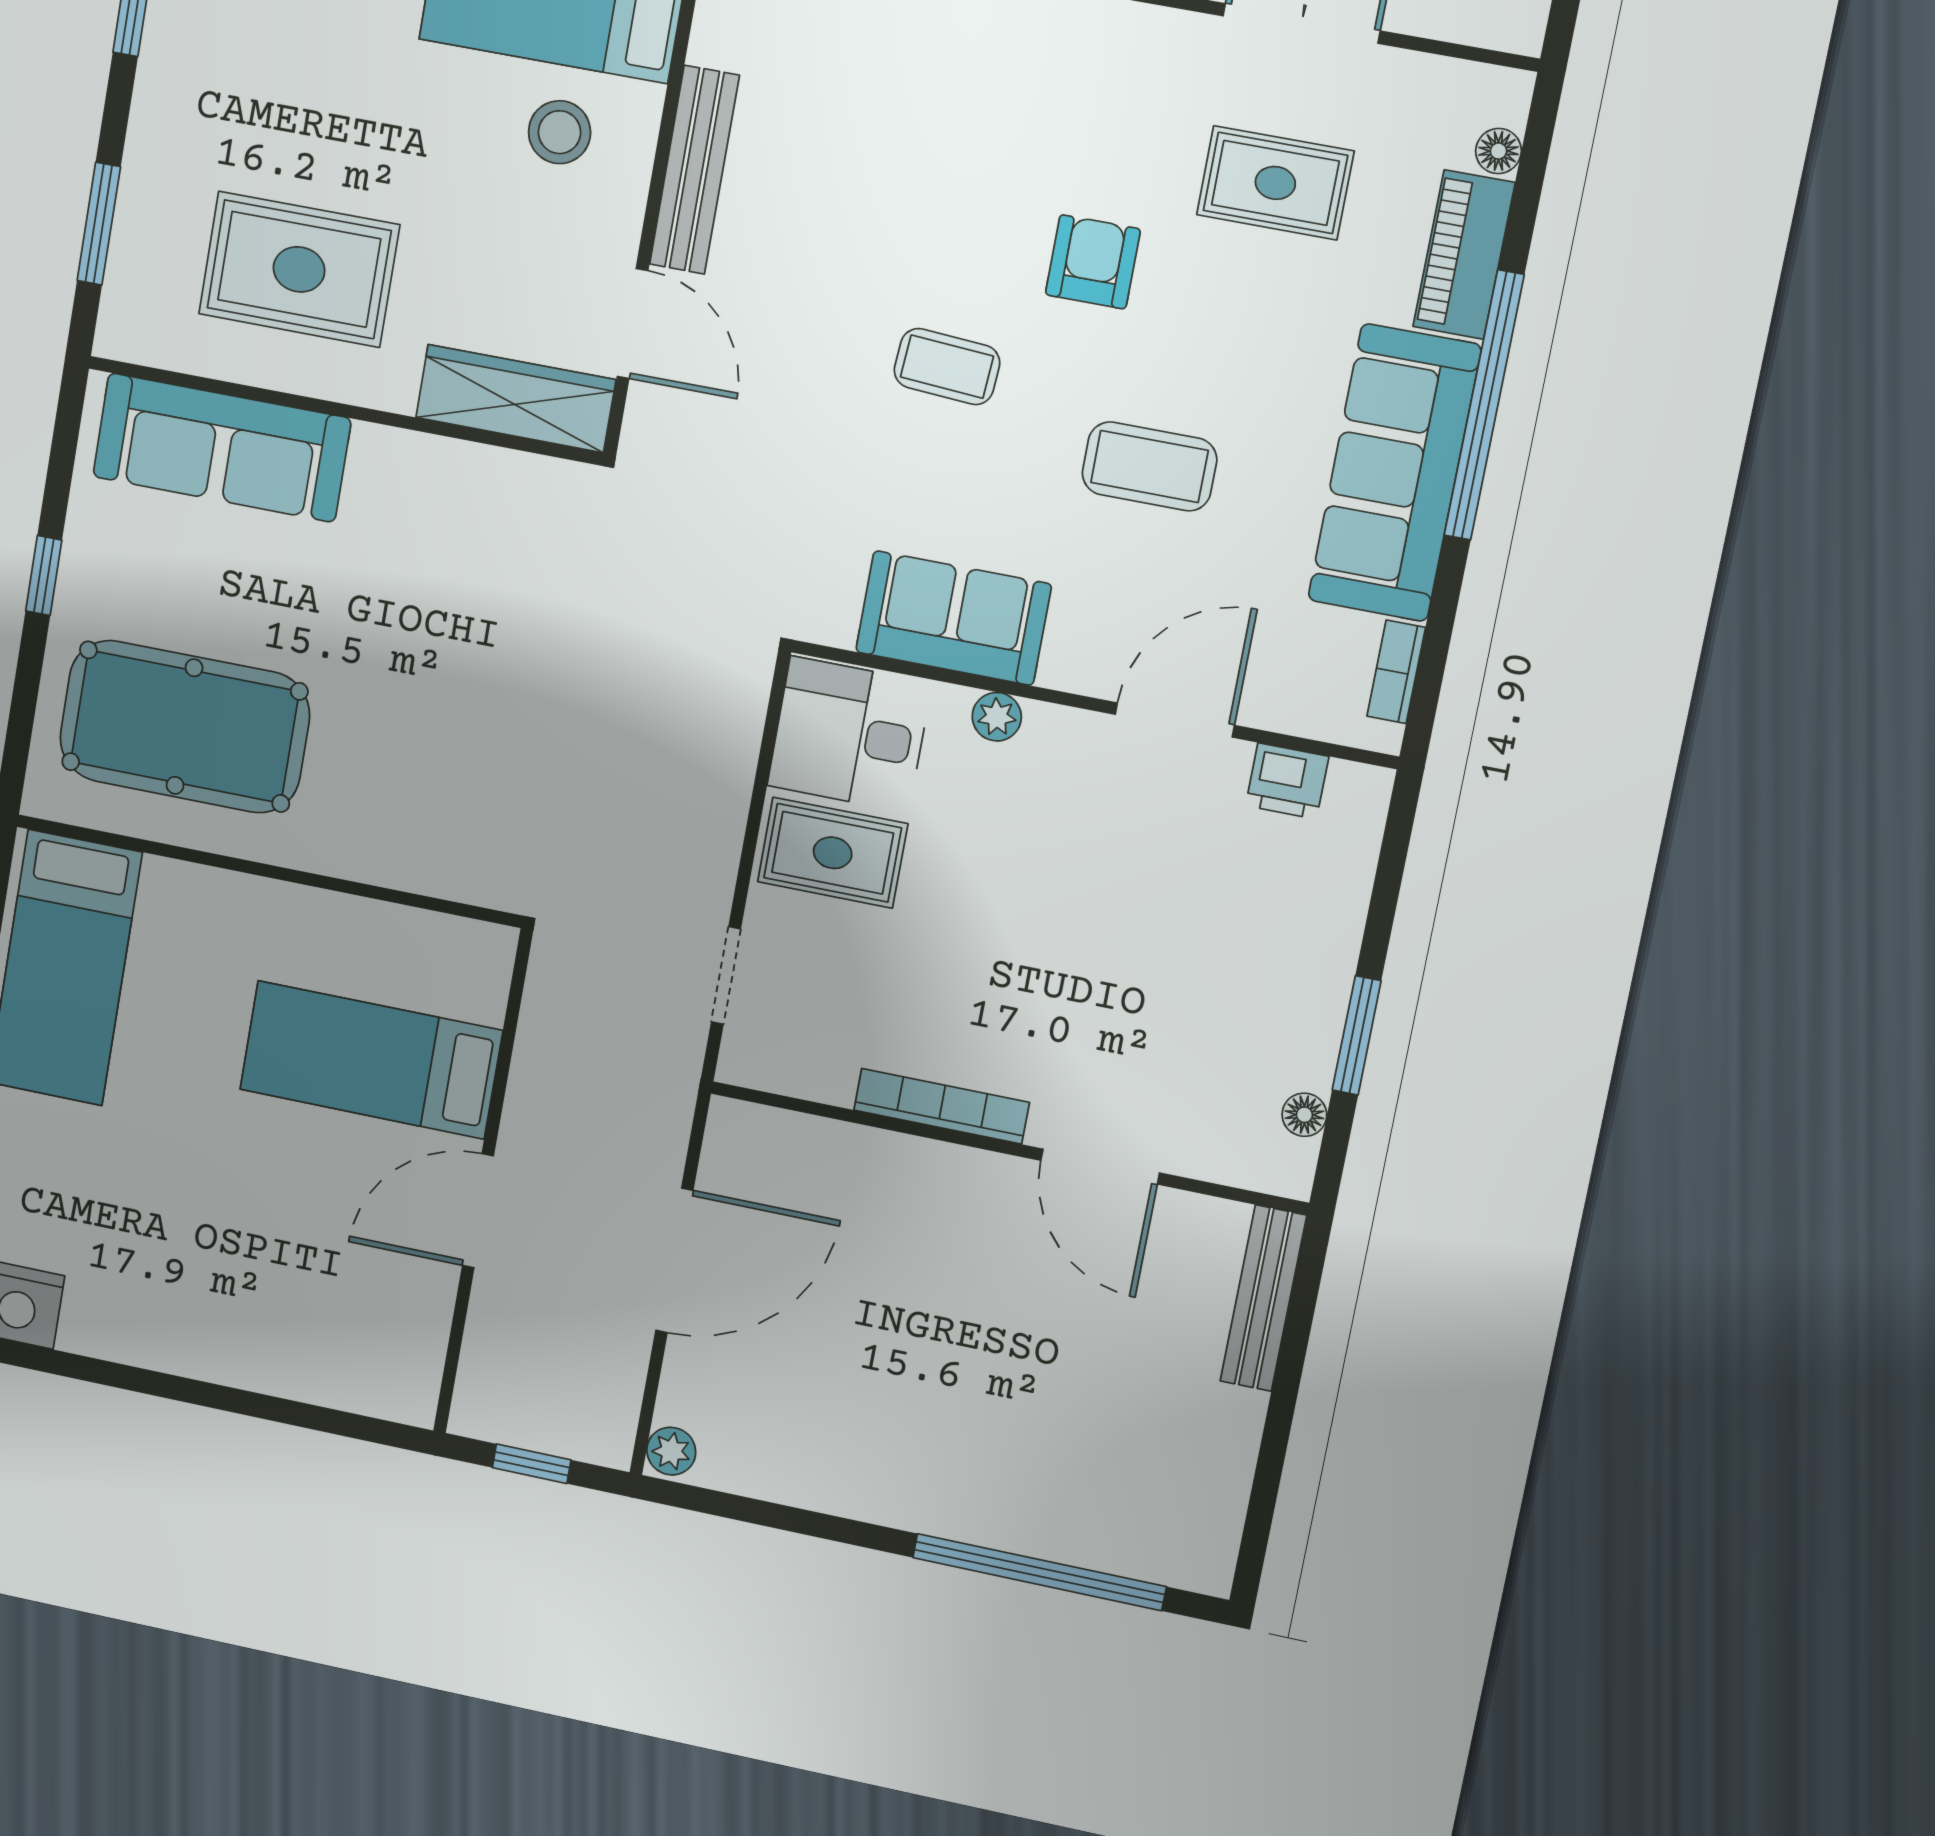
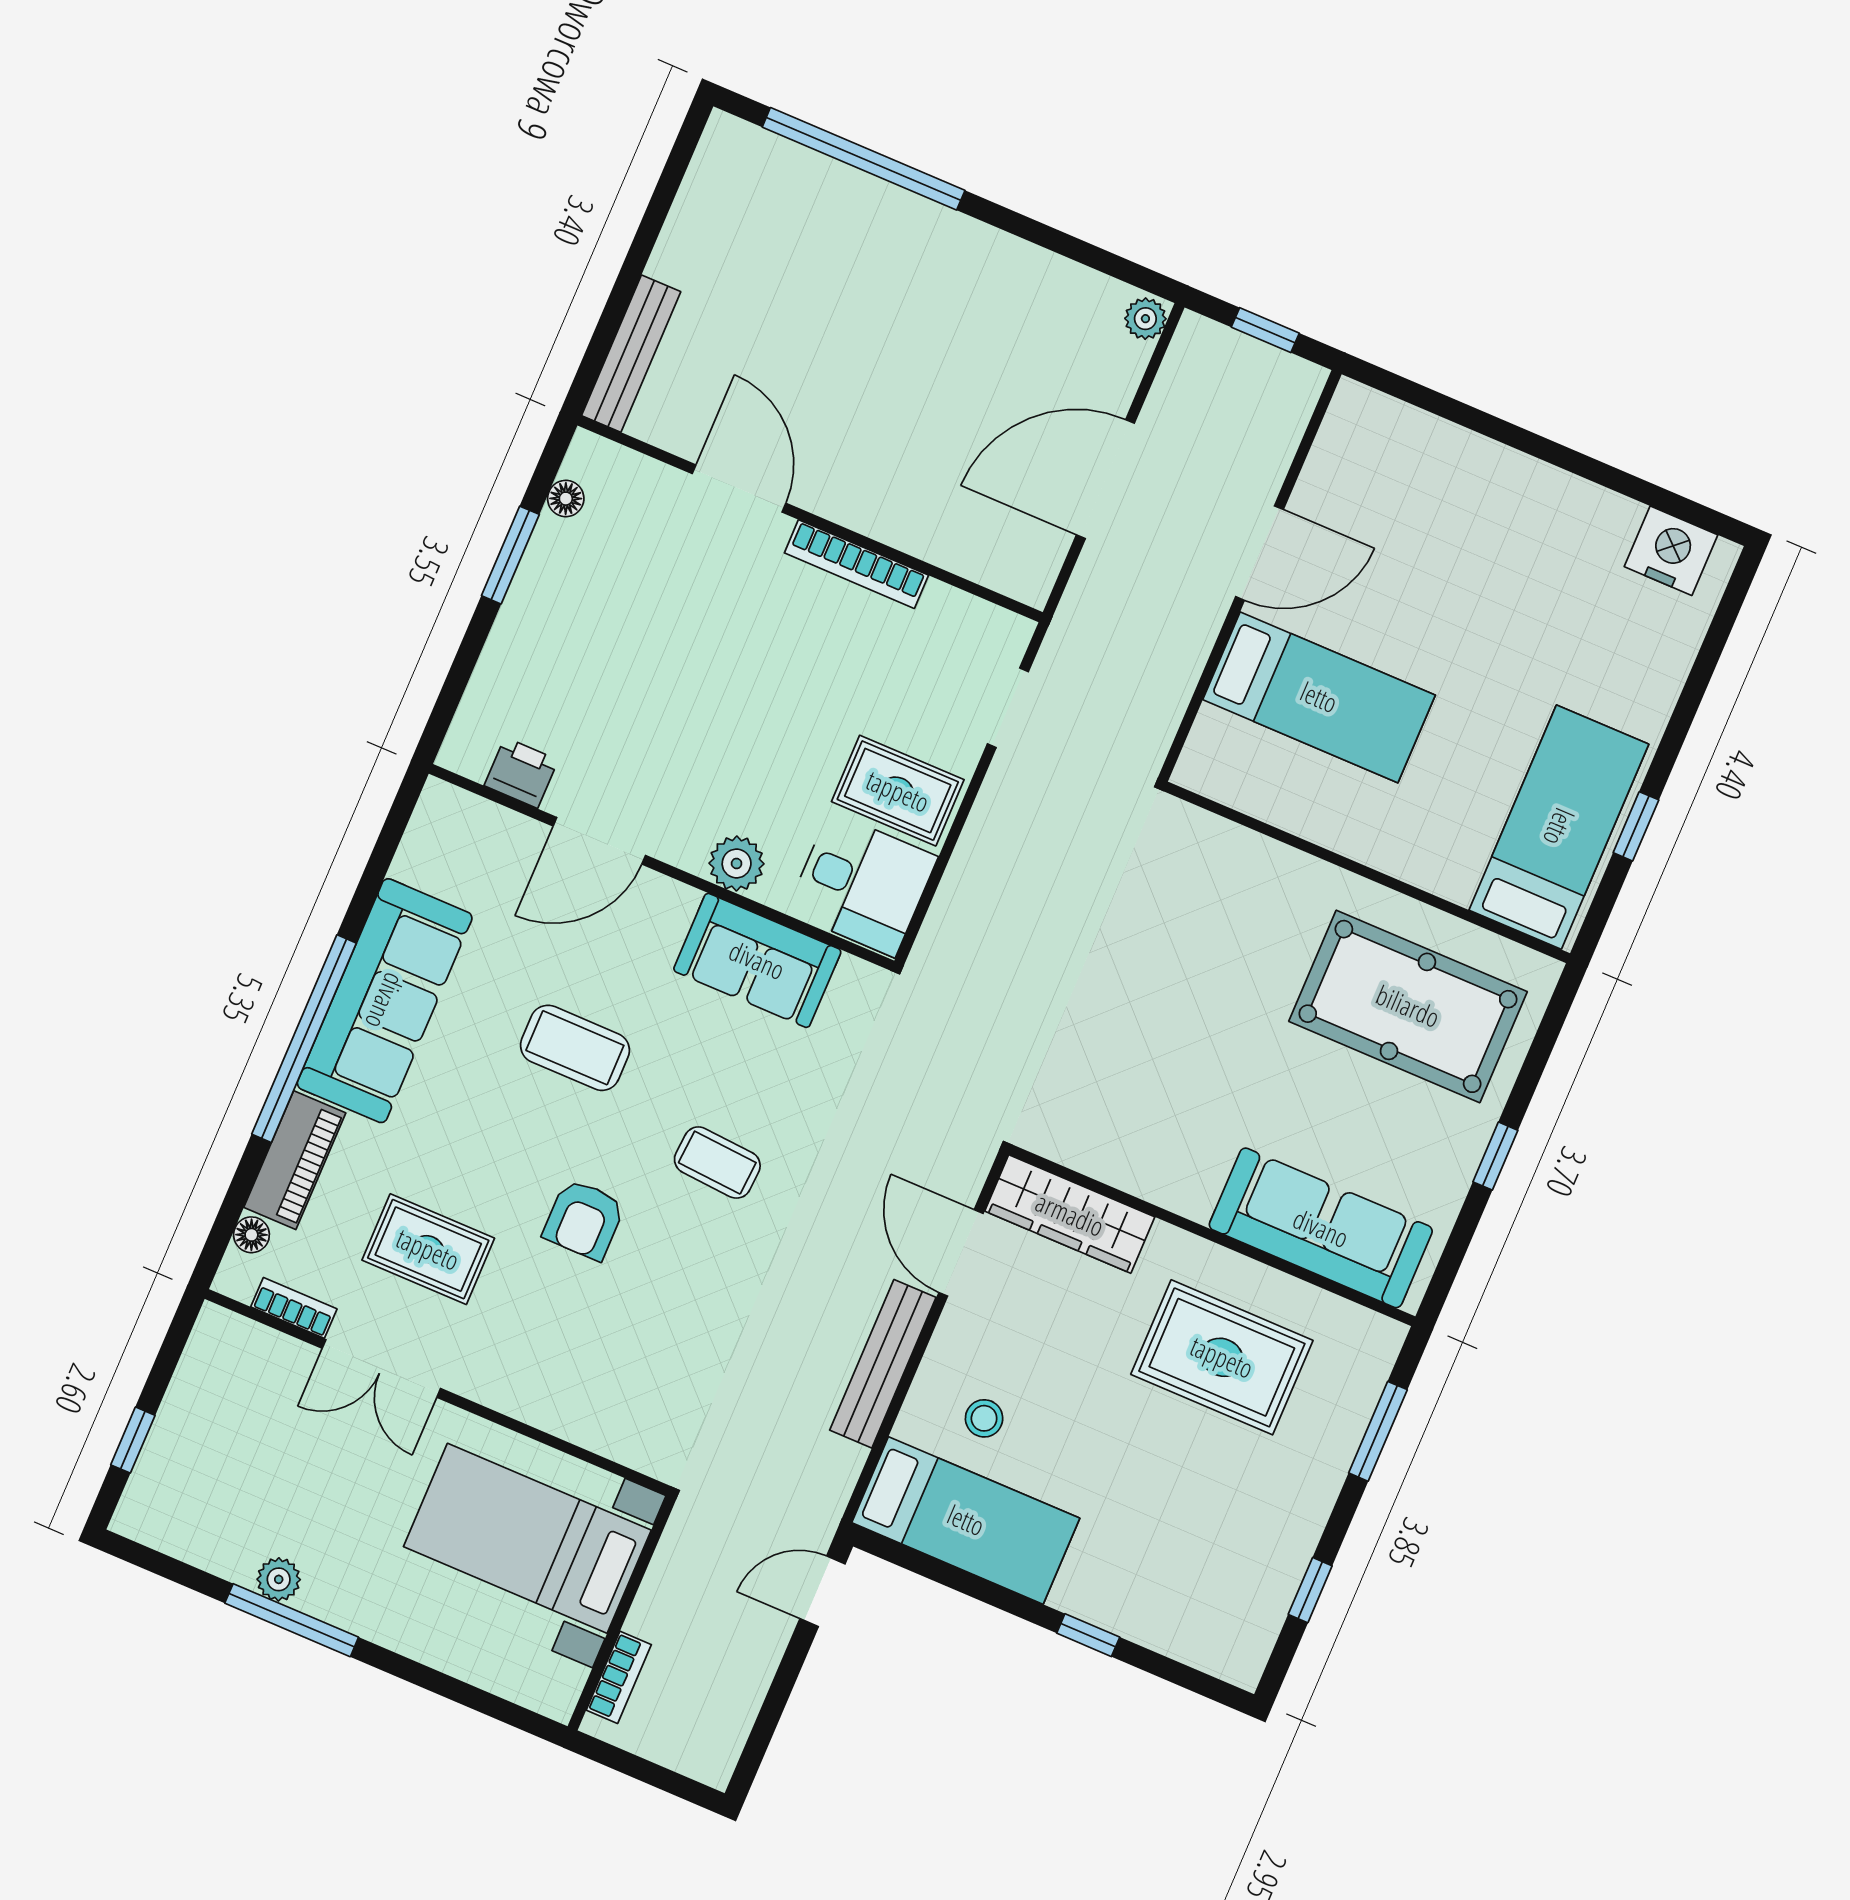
stool: (560, 132) -> (984, 1418), width x0.73, depth x0.73
bookcase: (1396, 672) -> (294, 1308), moved, turned -90
plant: (997, 717) -> (737, 863), width x1.38, depth x1.38

